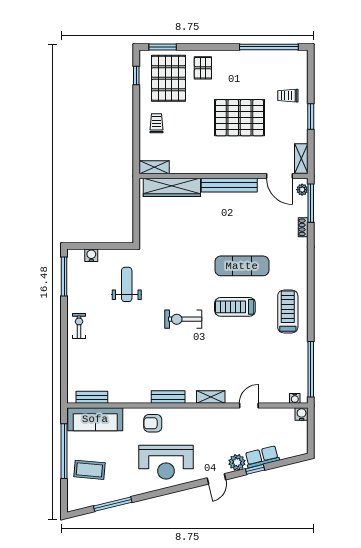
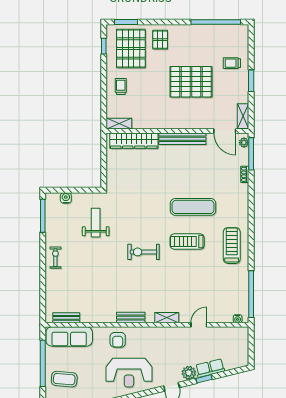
water cooler: (302, 414) -> (243, 332), removed
armchair: (153, 423) -> (118, 340), turned -90

